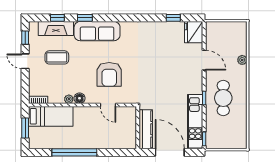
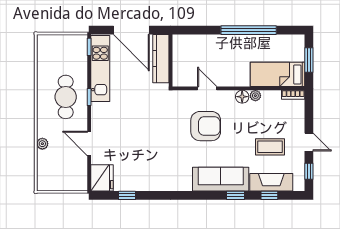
armchair: (109, 74) -> (206, 126), turned 90

